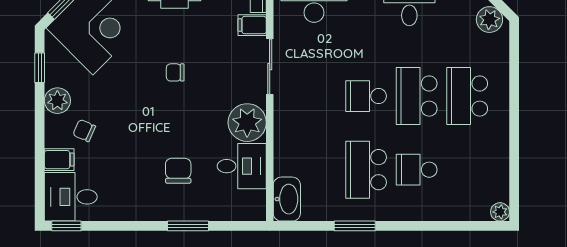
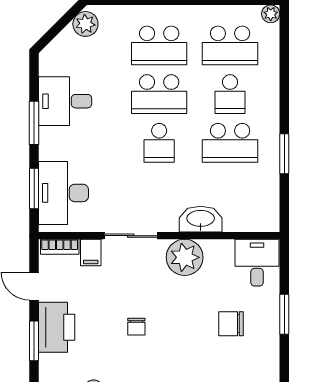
desk: (242, 166) -> (257, 263), moved
school desk: (467, 170) -> (230, 45), added
washbasin: (287, 199) -> (201, 219), moved

